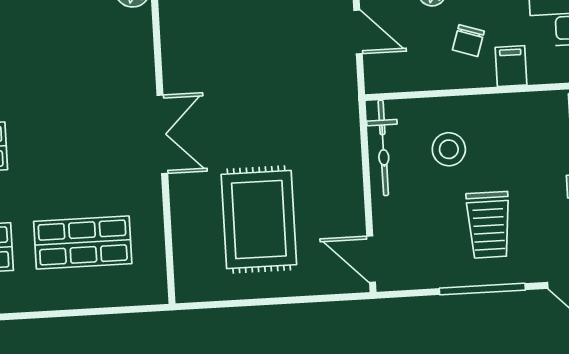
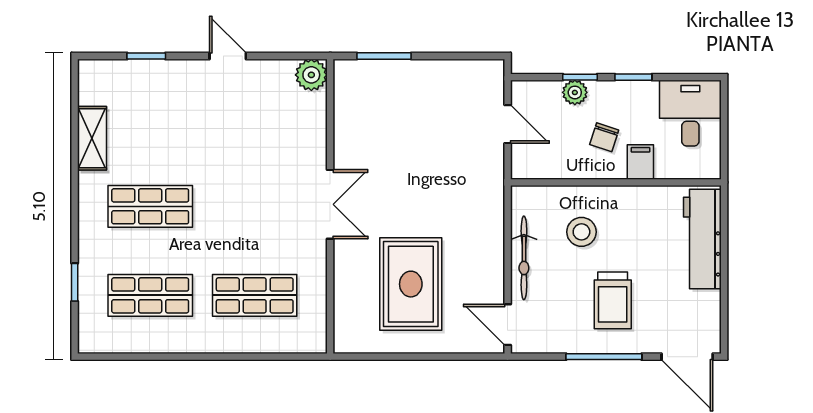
bicycle: (383, 148) -> (524, 258), moved

